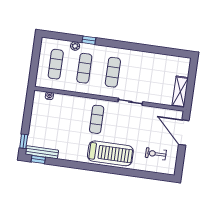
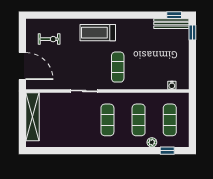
window: (89, 40) -> (167, 151), moved
shelving: (180, 92) -> (32, 117), width x1.47
treadmill: (110, 153) -> (98, 33), width x0.73, depth x0.73

